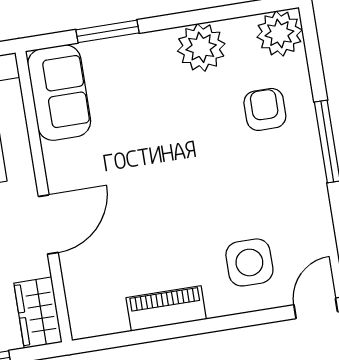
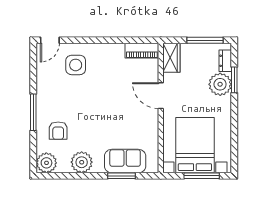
sofa: (59, 93) -> (125, 161), moved, turned 90
door: (48, 224) -> (161, 96), hinge flipped
piano: (166, 308) -> (142, 51), moved

